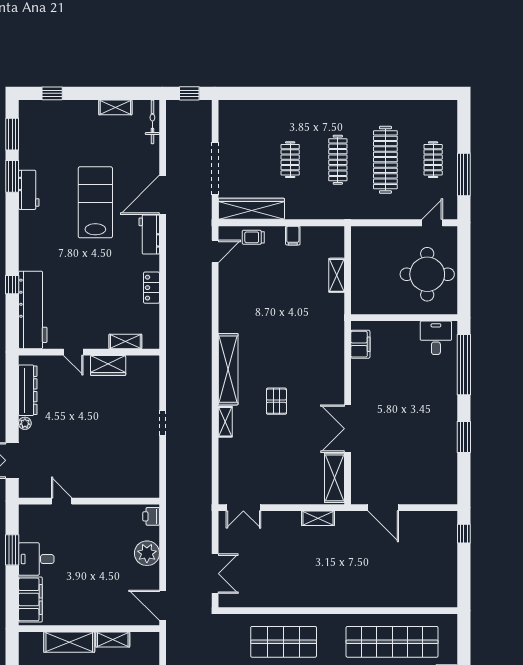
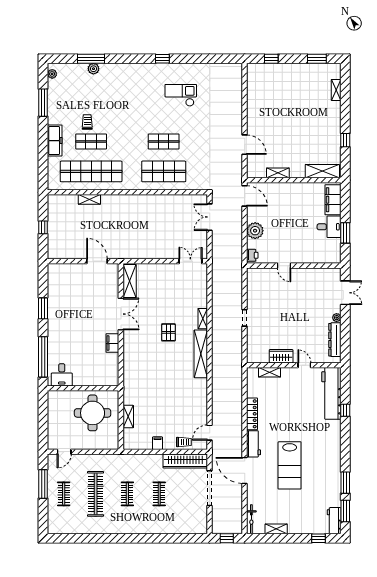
clothes rail: (338, 160) -> (127, 494), width x0.73
workbench: (29, 190) -> (334, 521), moved
door: (163, 195) -> (245, 470), swing flipped
round table: (427, 274) -> (93, 413), moved
locker: (151, 288) -> (252, 414), width x1.53
filing cabinet: (360, 344) -> (112, 343), moved
door: (62, 501) -> (284, 266), moved
shelving: (318, 518) -> (89, 199), moved
window: (464, 534) -> (43, 227), moved
shelving: (69, 642) -> (322, 171), moved

